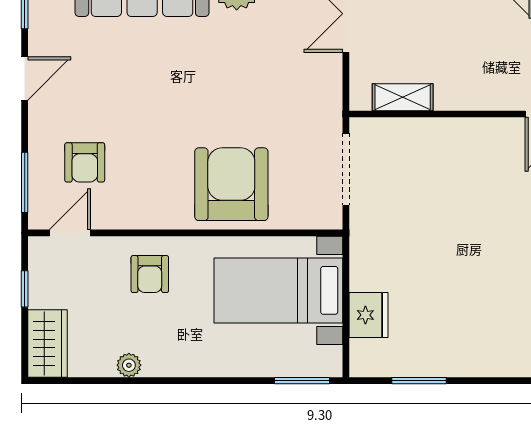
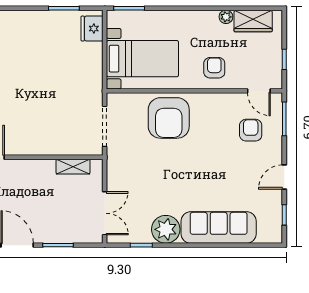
door: (70, 233) -> (259, 91), hinge flipped
fridge: (369, 315) -> (92, 29), moved
wardrobe: (48, 344) -> (253, 21), moved, turned -90

